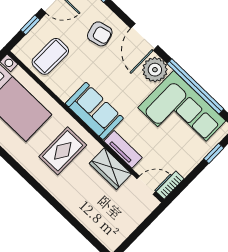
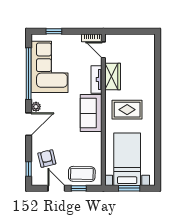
armchair: (100, 34) -> (47, 158), moved
coffee table: (50, 56) -> (82, 174), moved
plant: (155, 70) -> (36, 107), width x0.53, depth x0.53

